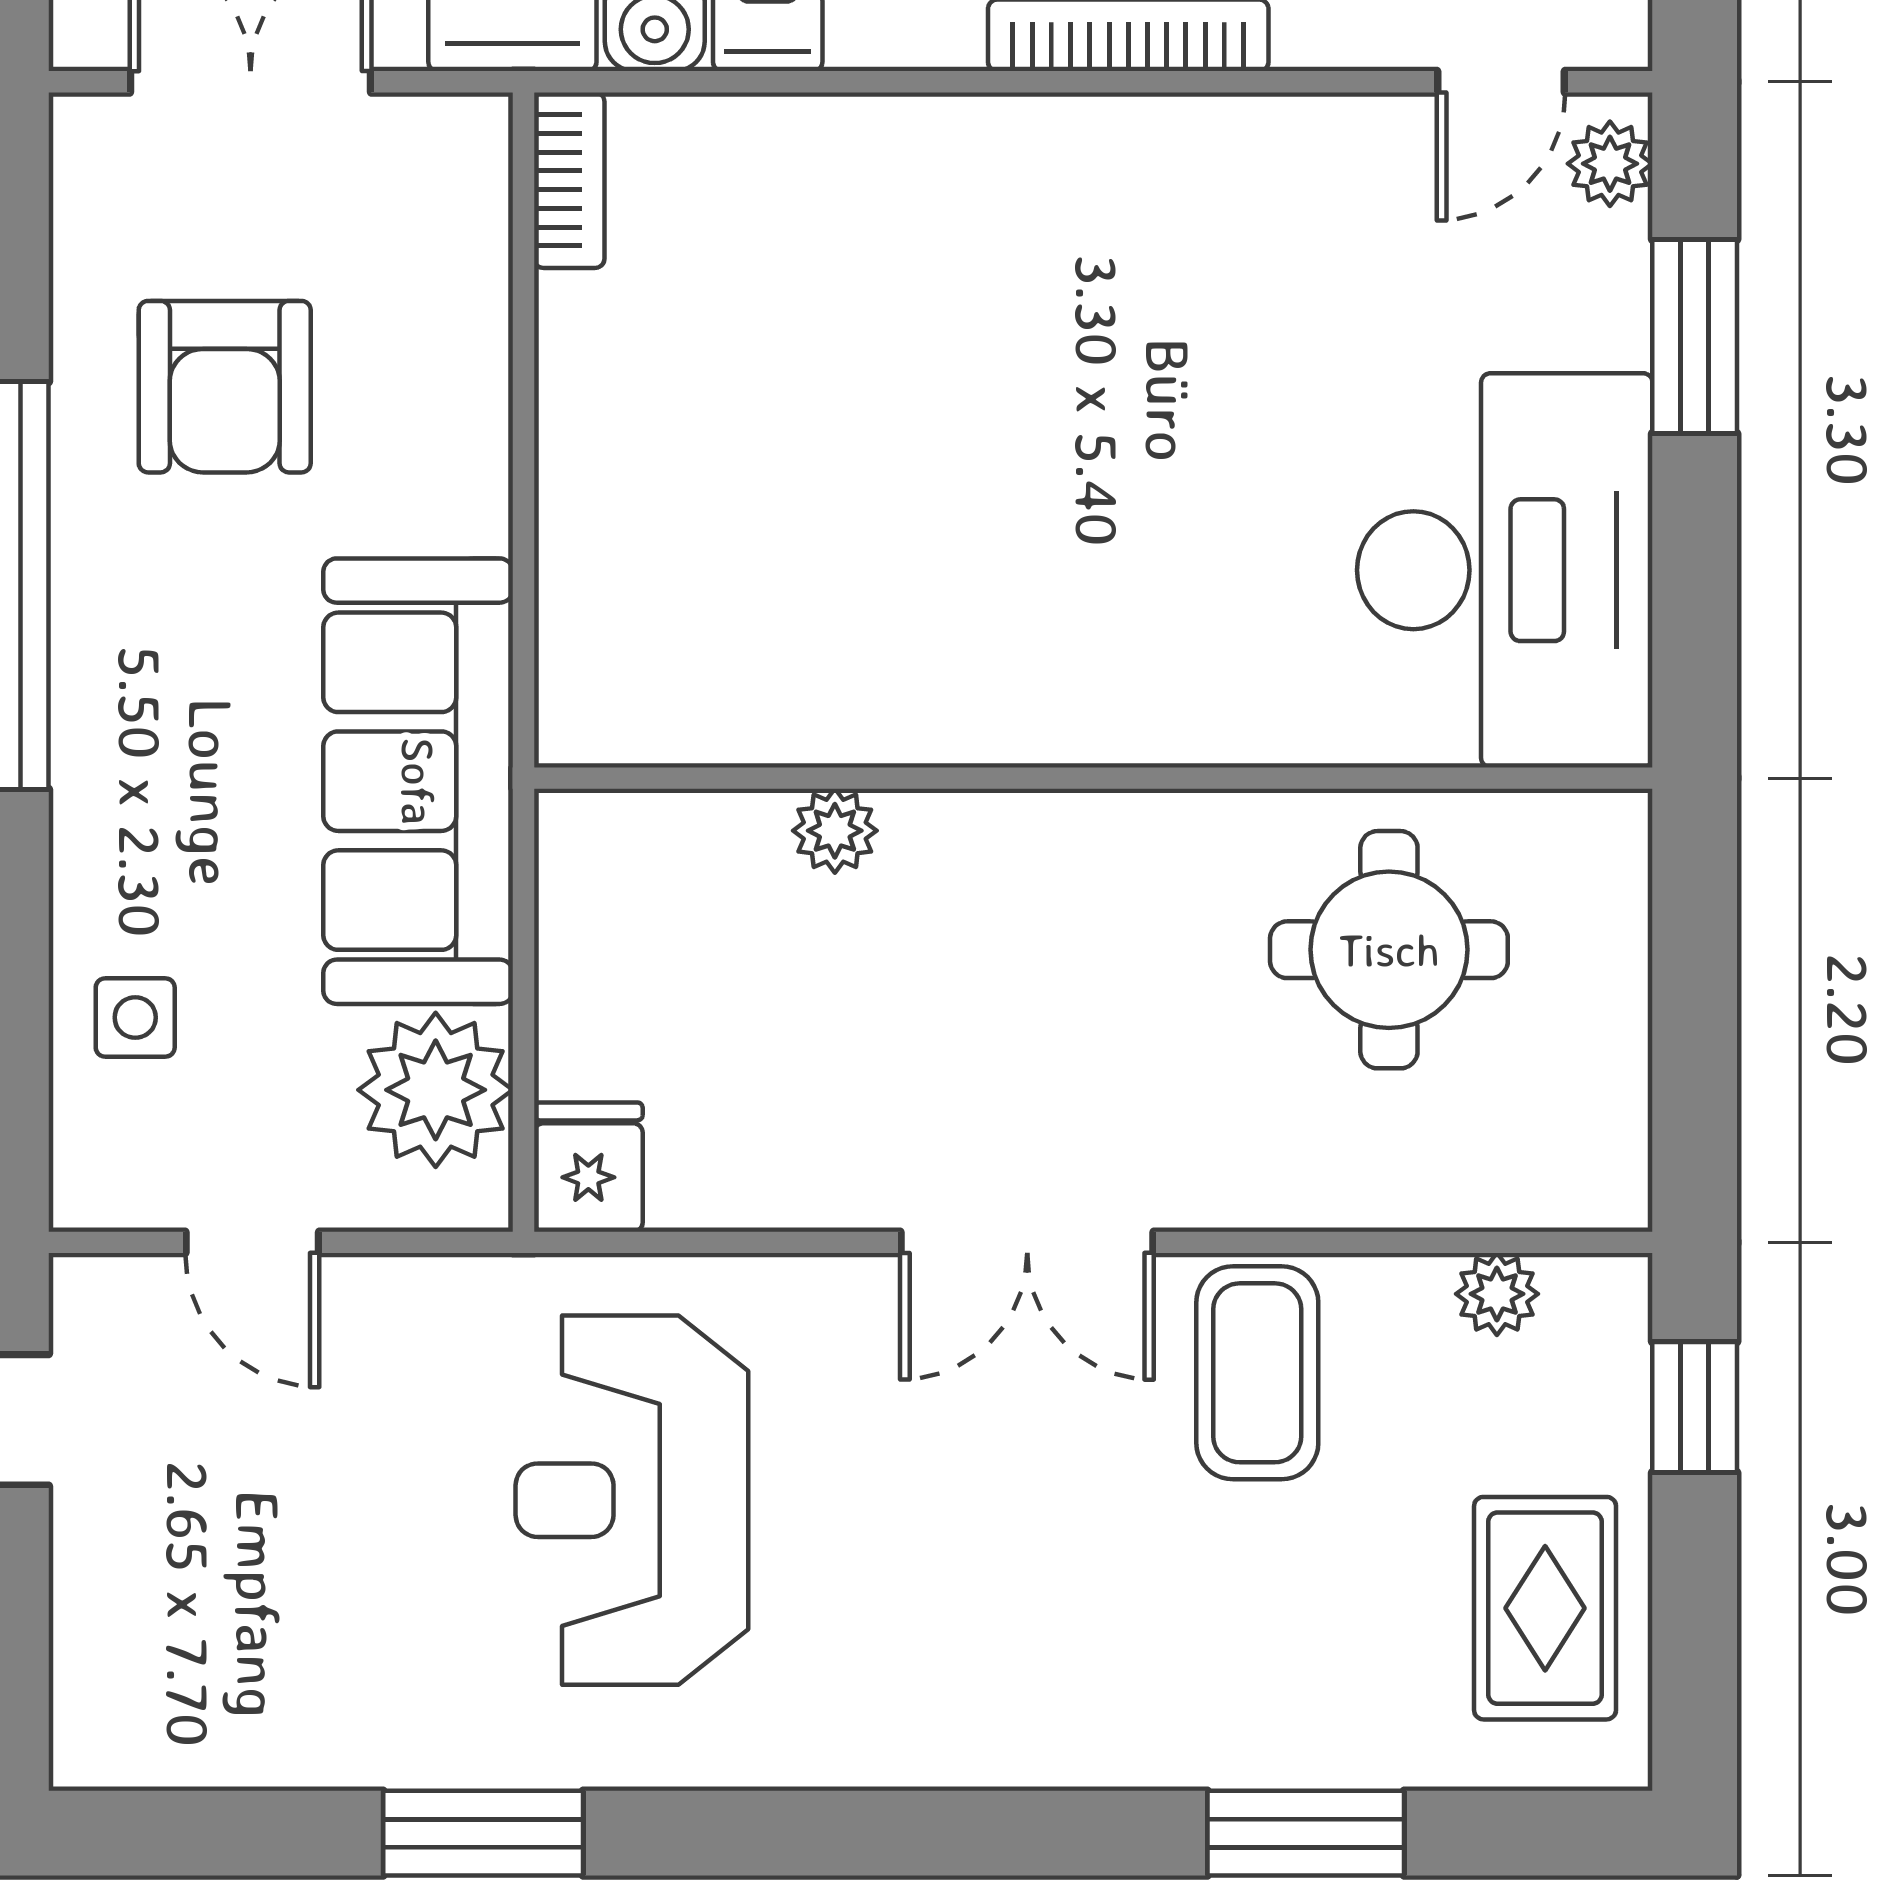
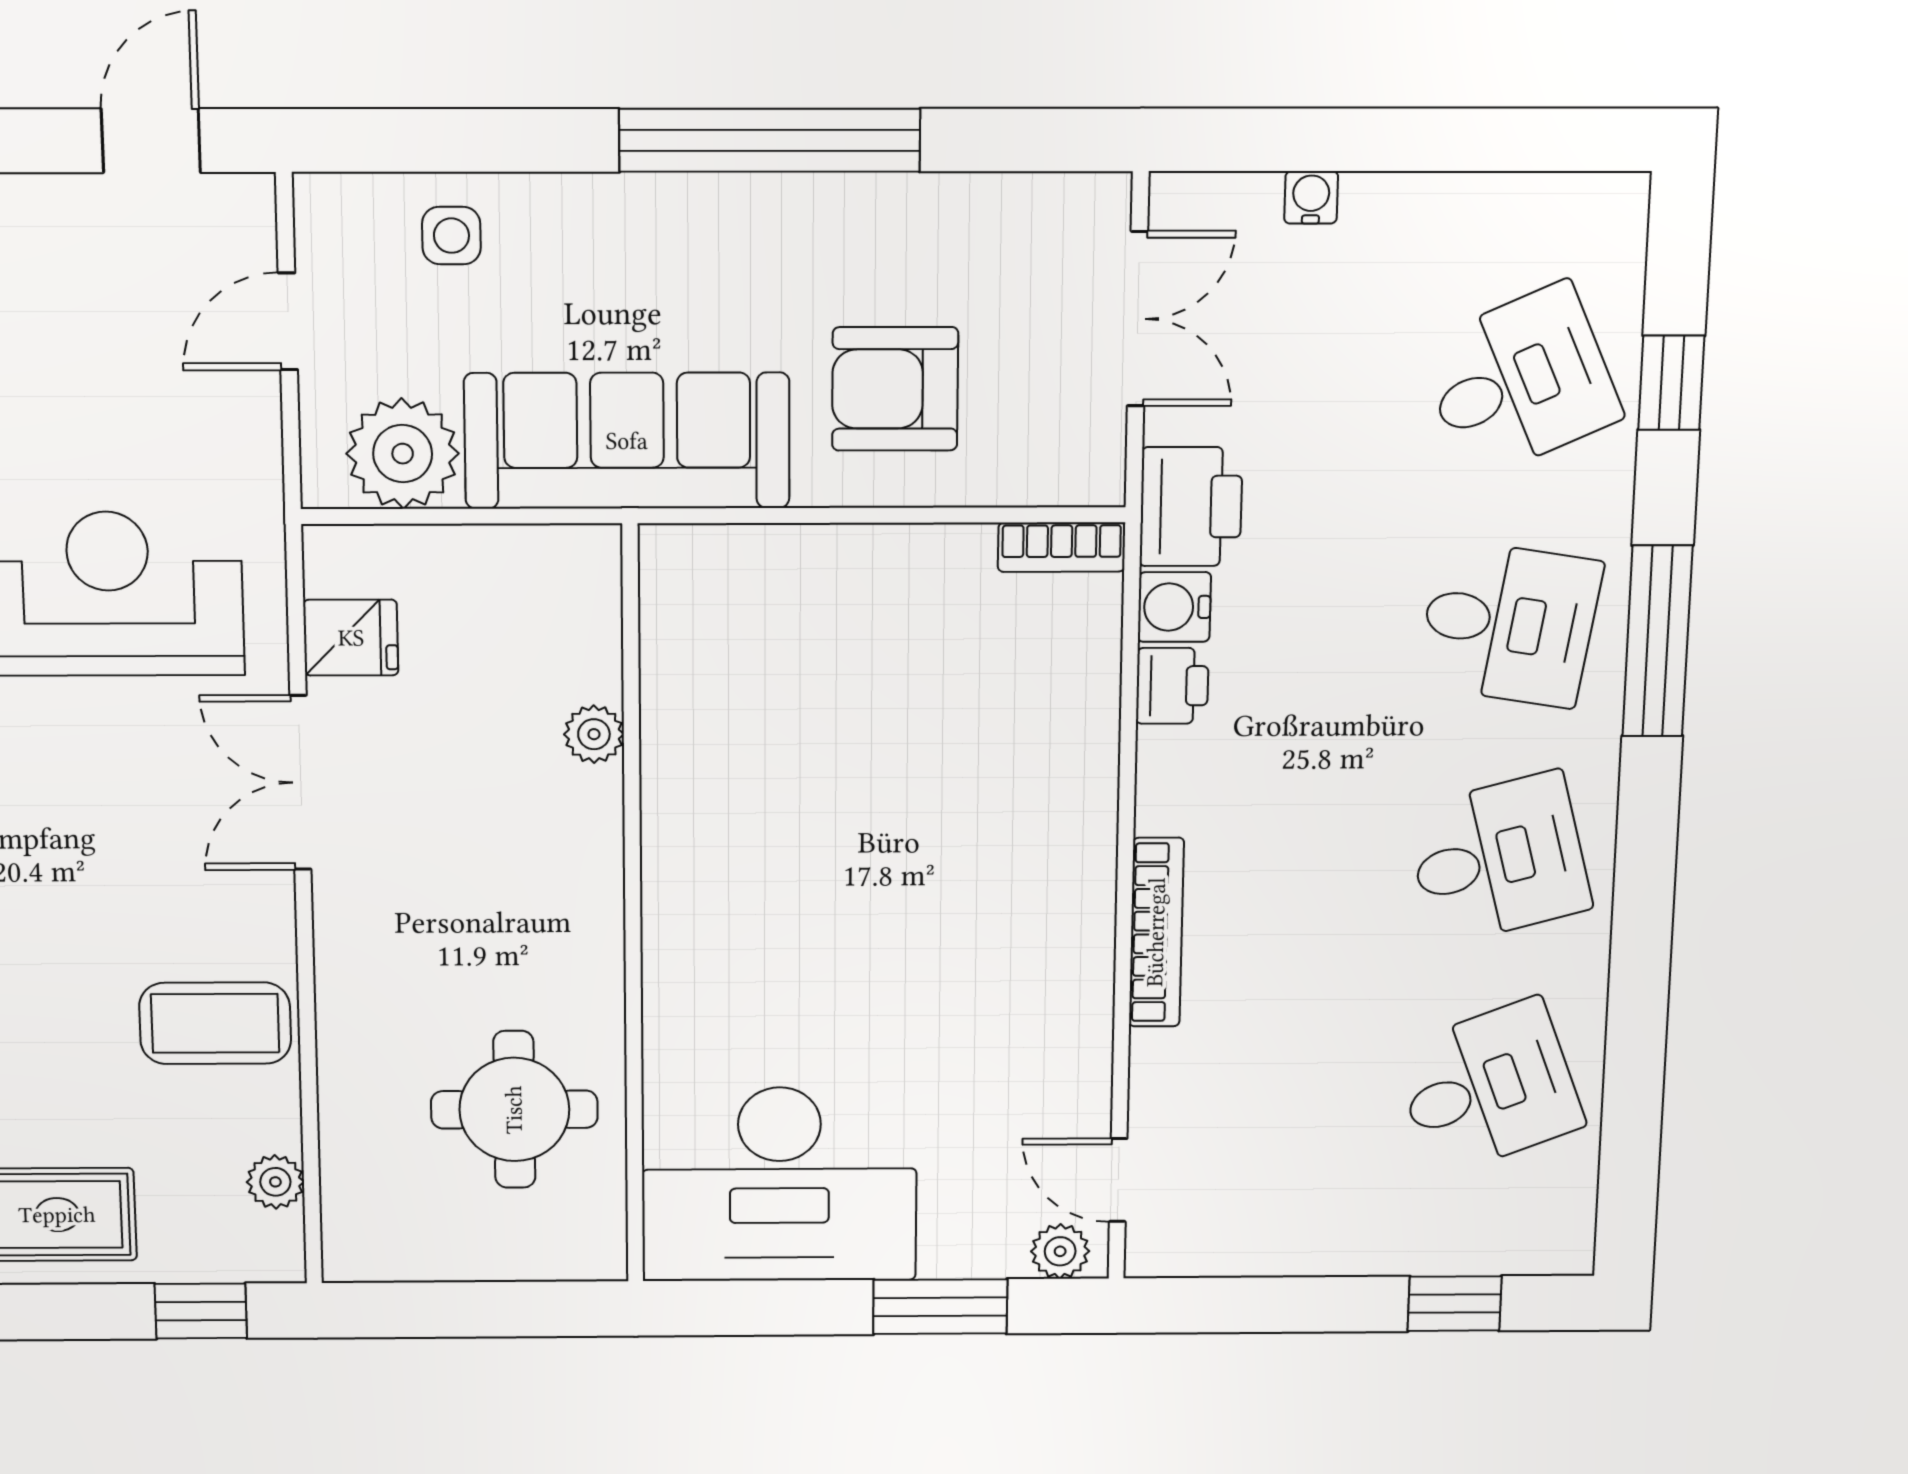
armchair: (225, 387) -> (895, 389), moved
fridge: (588, 1167) -> (351, 638), moved
double door: (1027, 1242) -> (300, 783), moved

